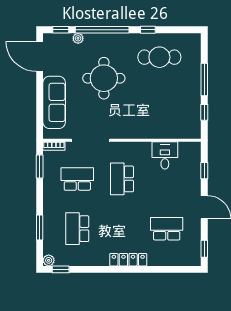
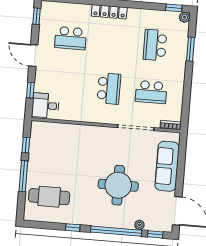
cafe table: (159, 57) -> (49, 197), moved
desk: (165, 155) -> (45, 105), moved, turned 90
window: (40, 167) -> (186, 107), removed
school desk: (77, 229) -> (155, 45), turned 180

